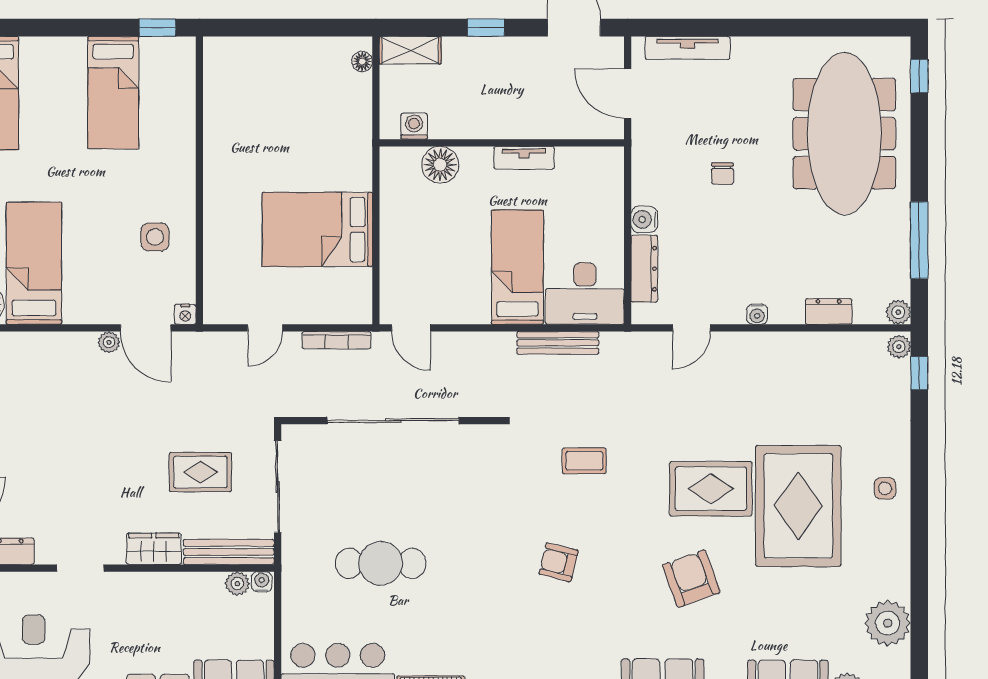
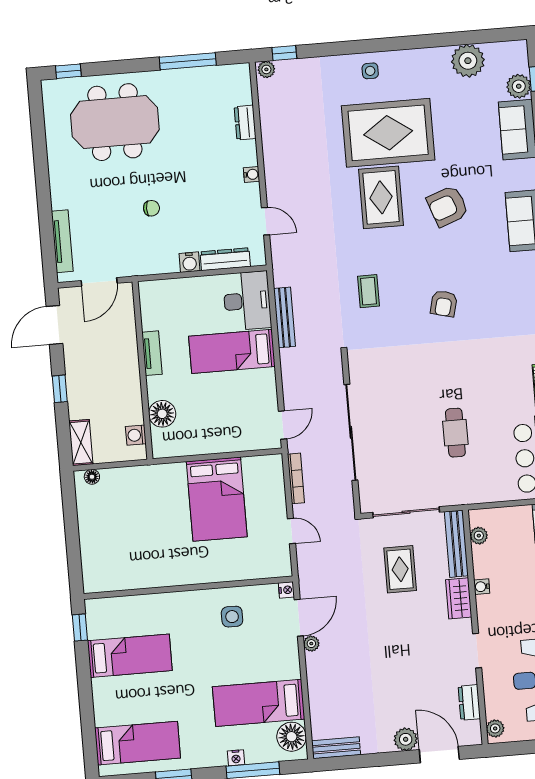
meeting table: (844, 134) -> (115, 122), width x0.73
plant: (898, 312) -> (241, 72), removed
cafe table: (381, 563) -> (455, 433), width x0.73, depth x0.74
water cooler: (262, 582) -> (482, 587), moved

